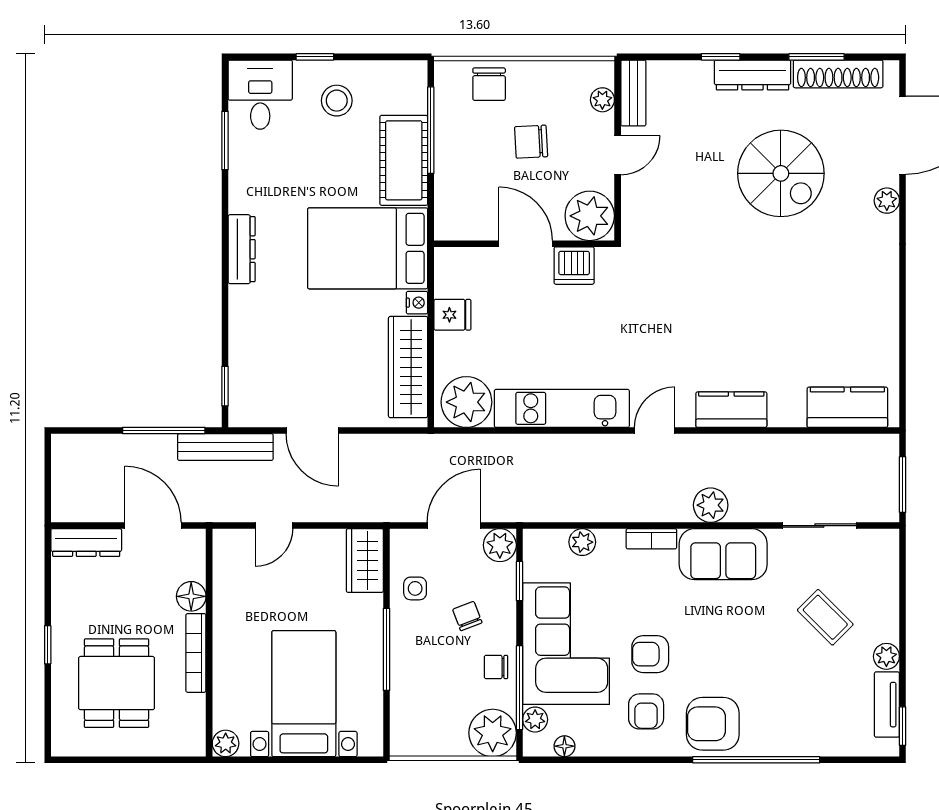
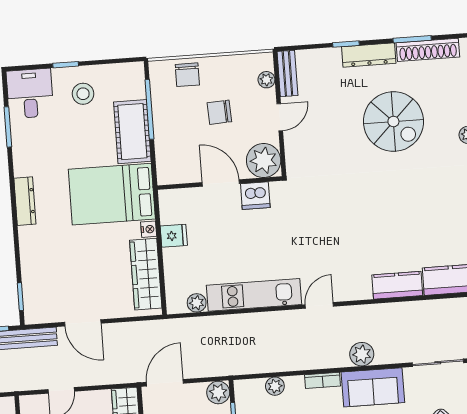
plant: (466, 402) -> (197, 303), width x0.53, depth x0.53
kitchen counter: (731, 410) -> (397, 285), moved
door: (454, 526) -> (165, 383), moved

